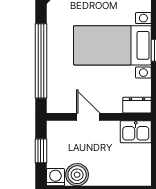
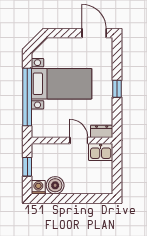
bed with nightstands: (112, 45) -> (62, 84), moved, turned 180
door: (88, 117) -> (79, 140), moved

